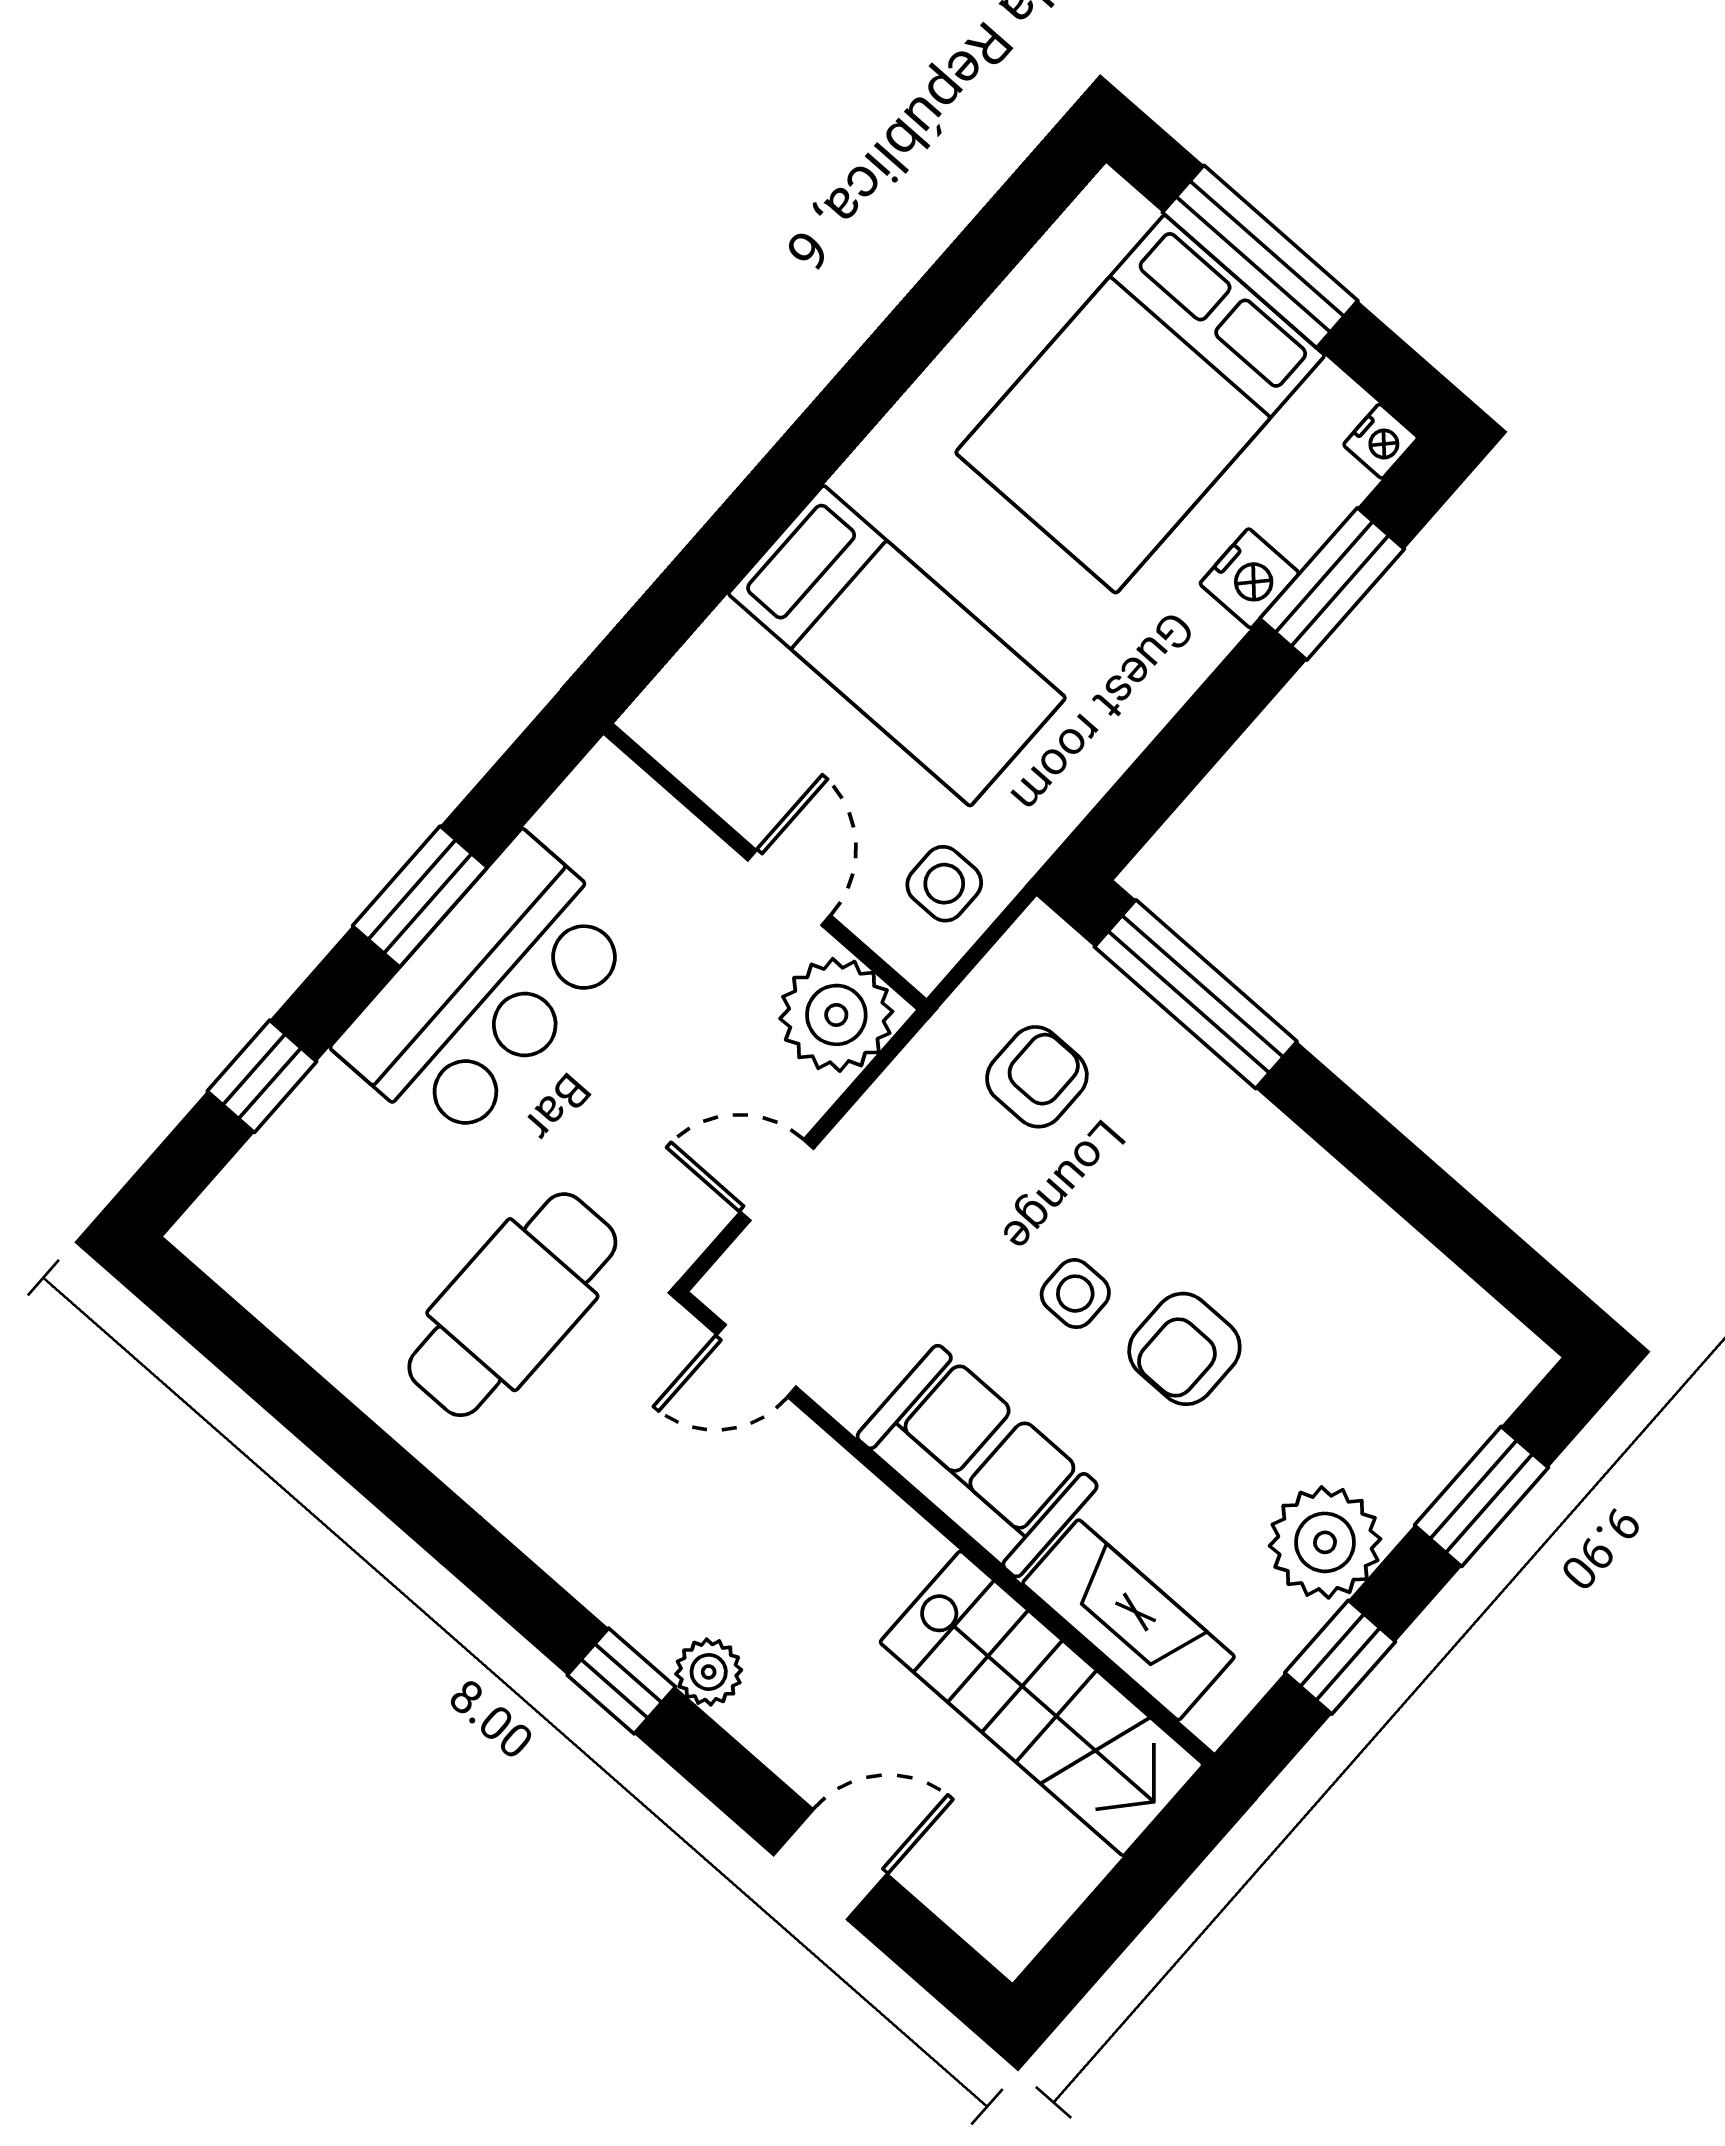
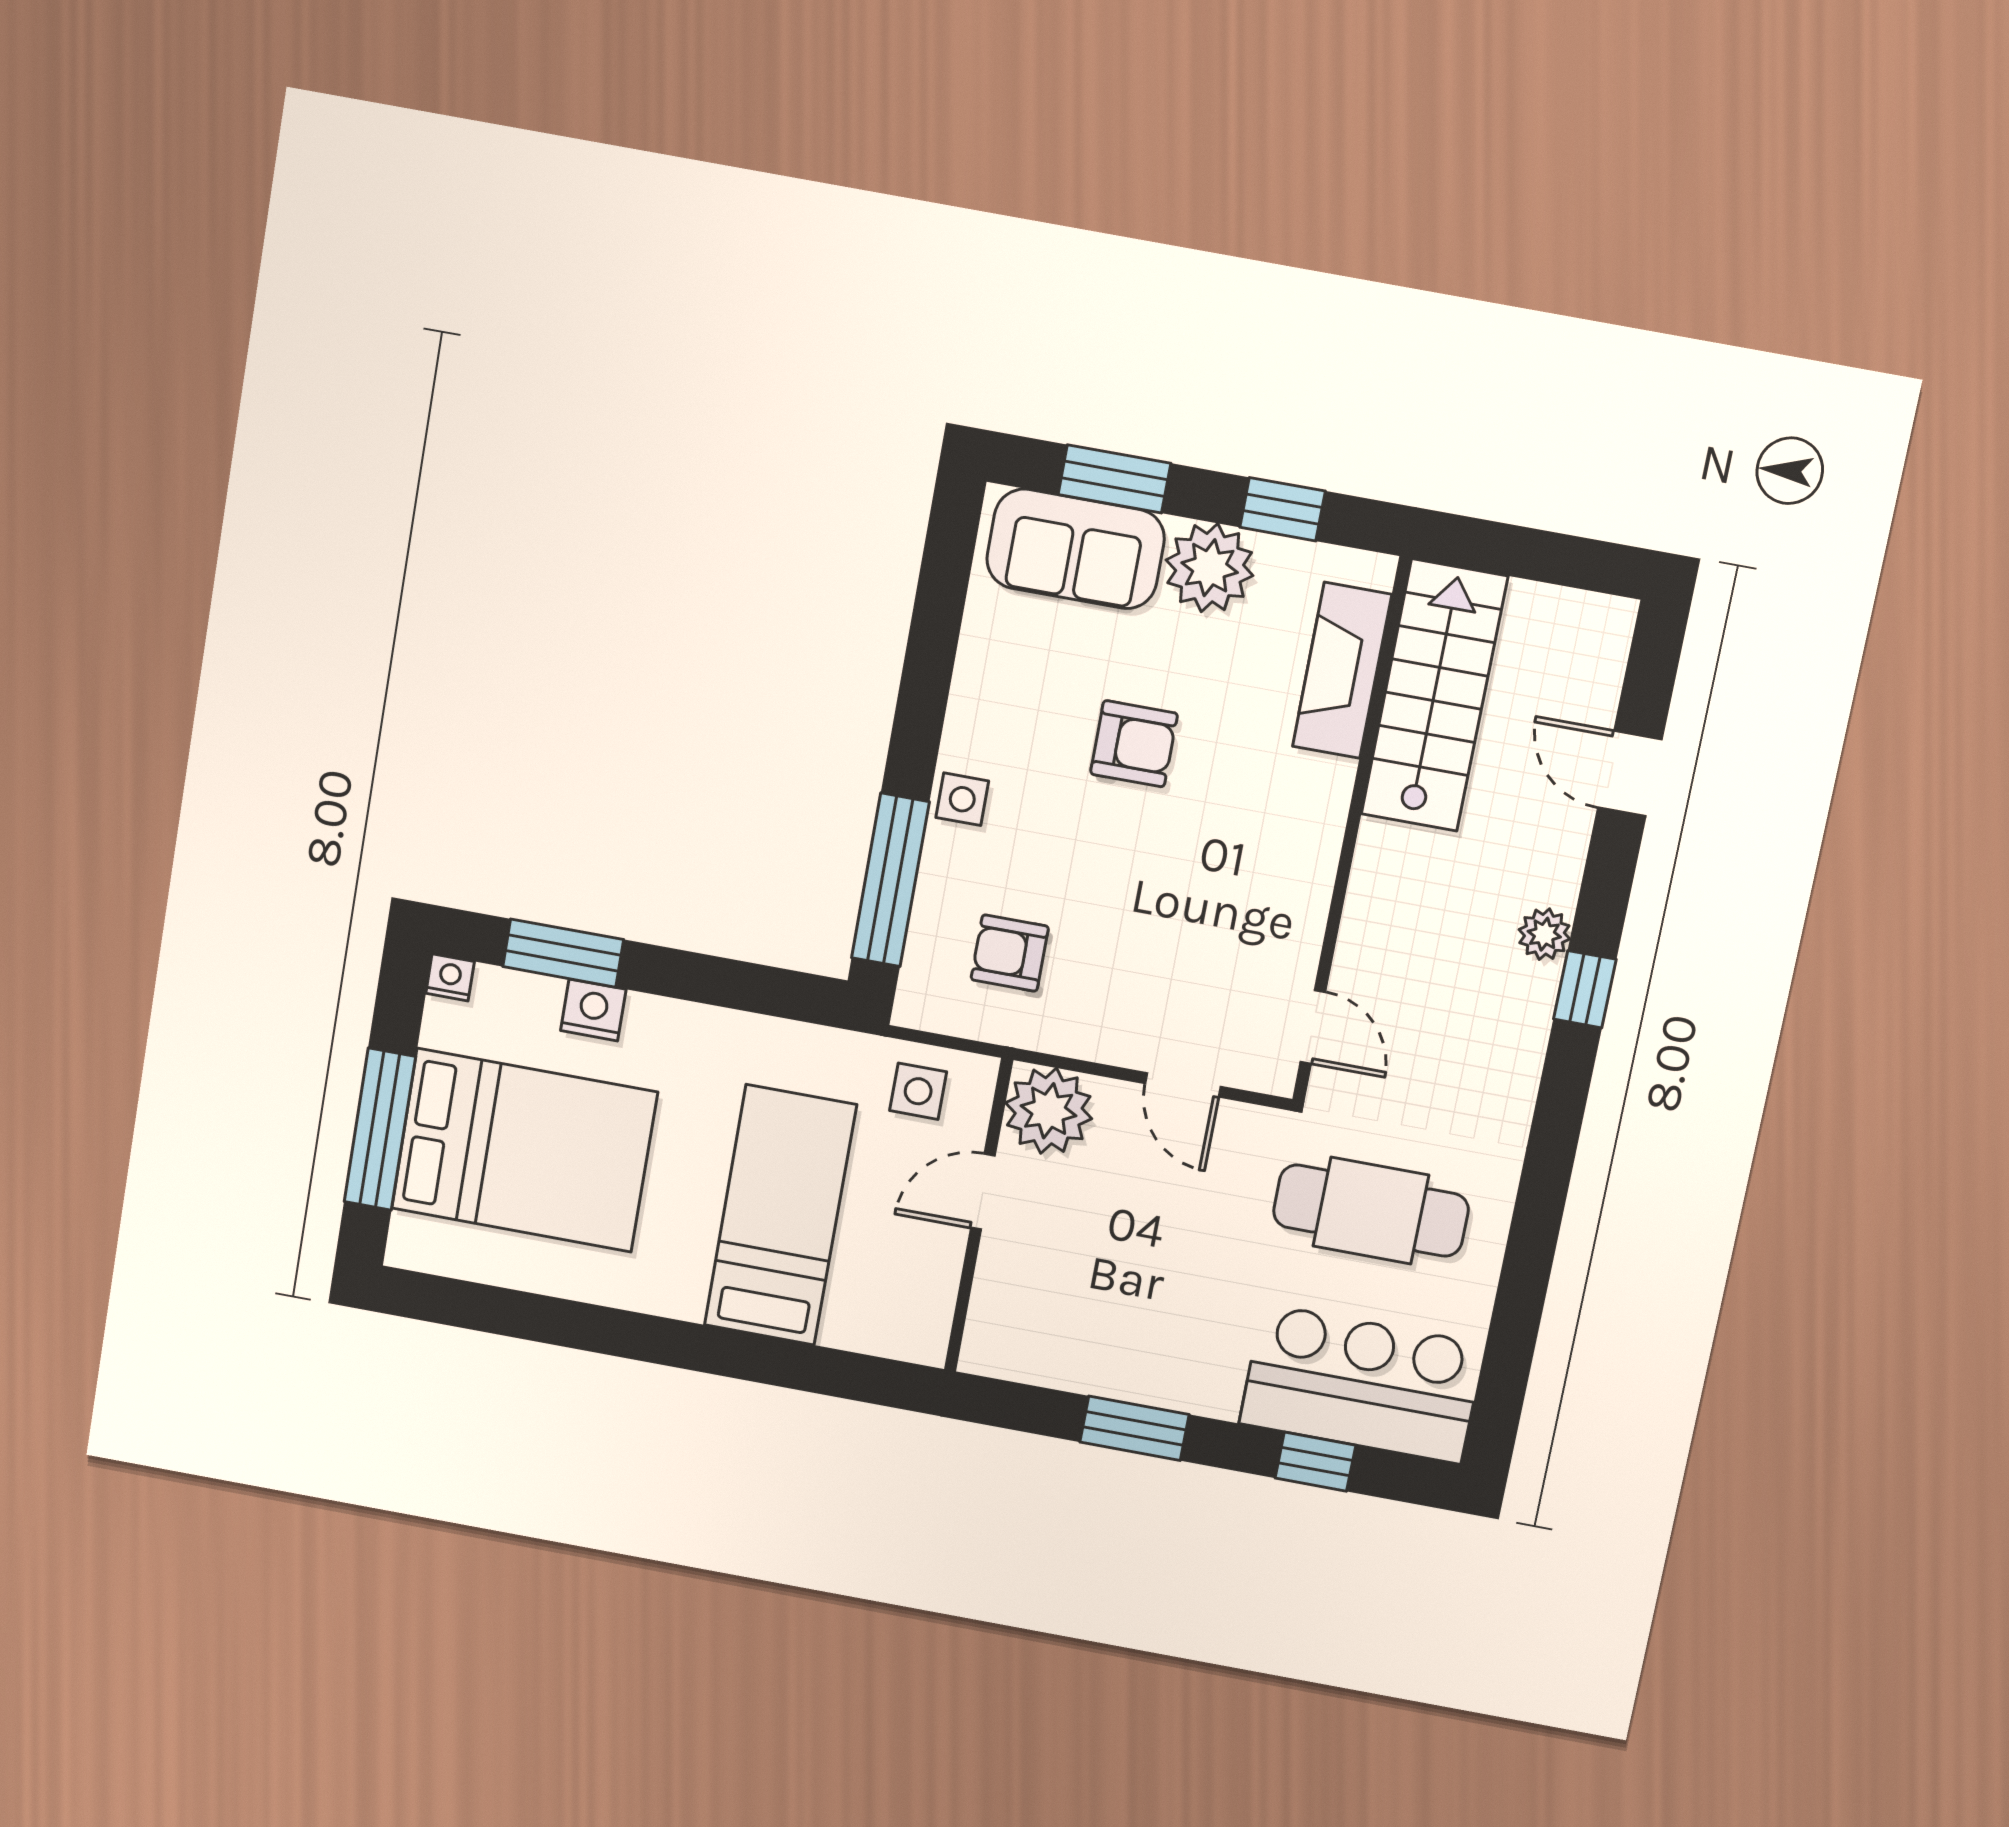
bar counter: (487, 991) -> (1362, 1384), moved
side table: (1075, 1294) -> (962, 799), moved
sofa: (977, 1461) -> (1076, 549), moved, turned -90

